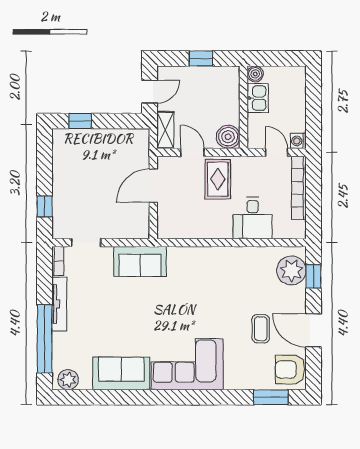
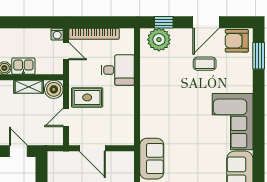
shelving: (165, 130) -> (29, 87), moved
door: (277, 152) -> (66, 51), swing flipped
armchair: (290, 370) -> (237, 41), turned 90

